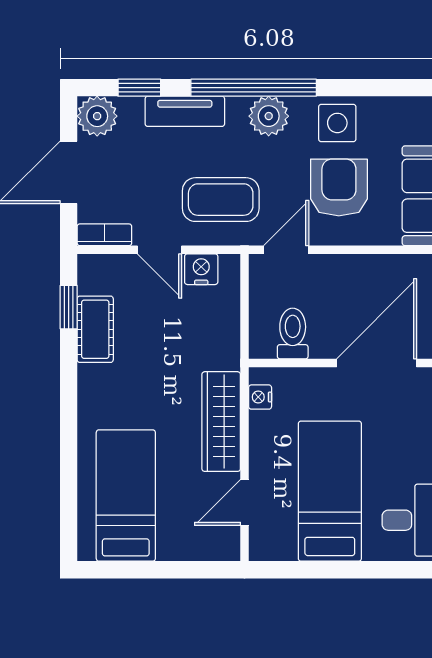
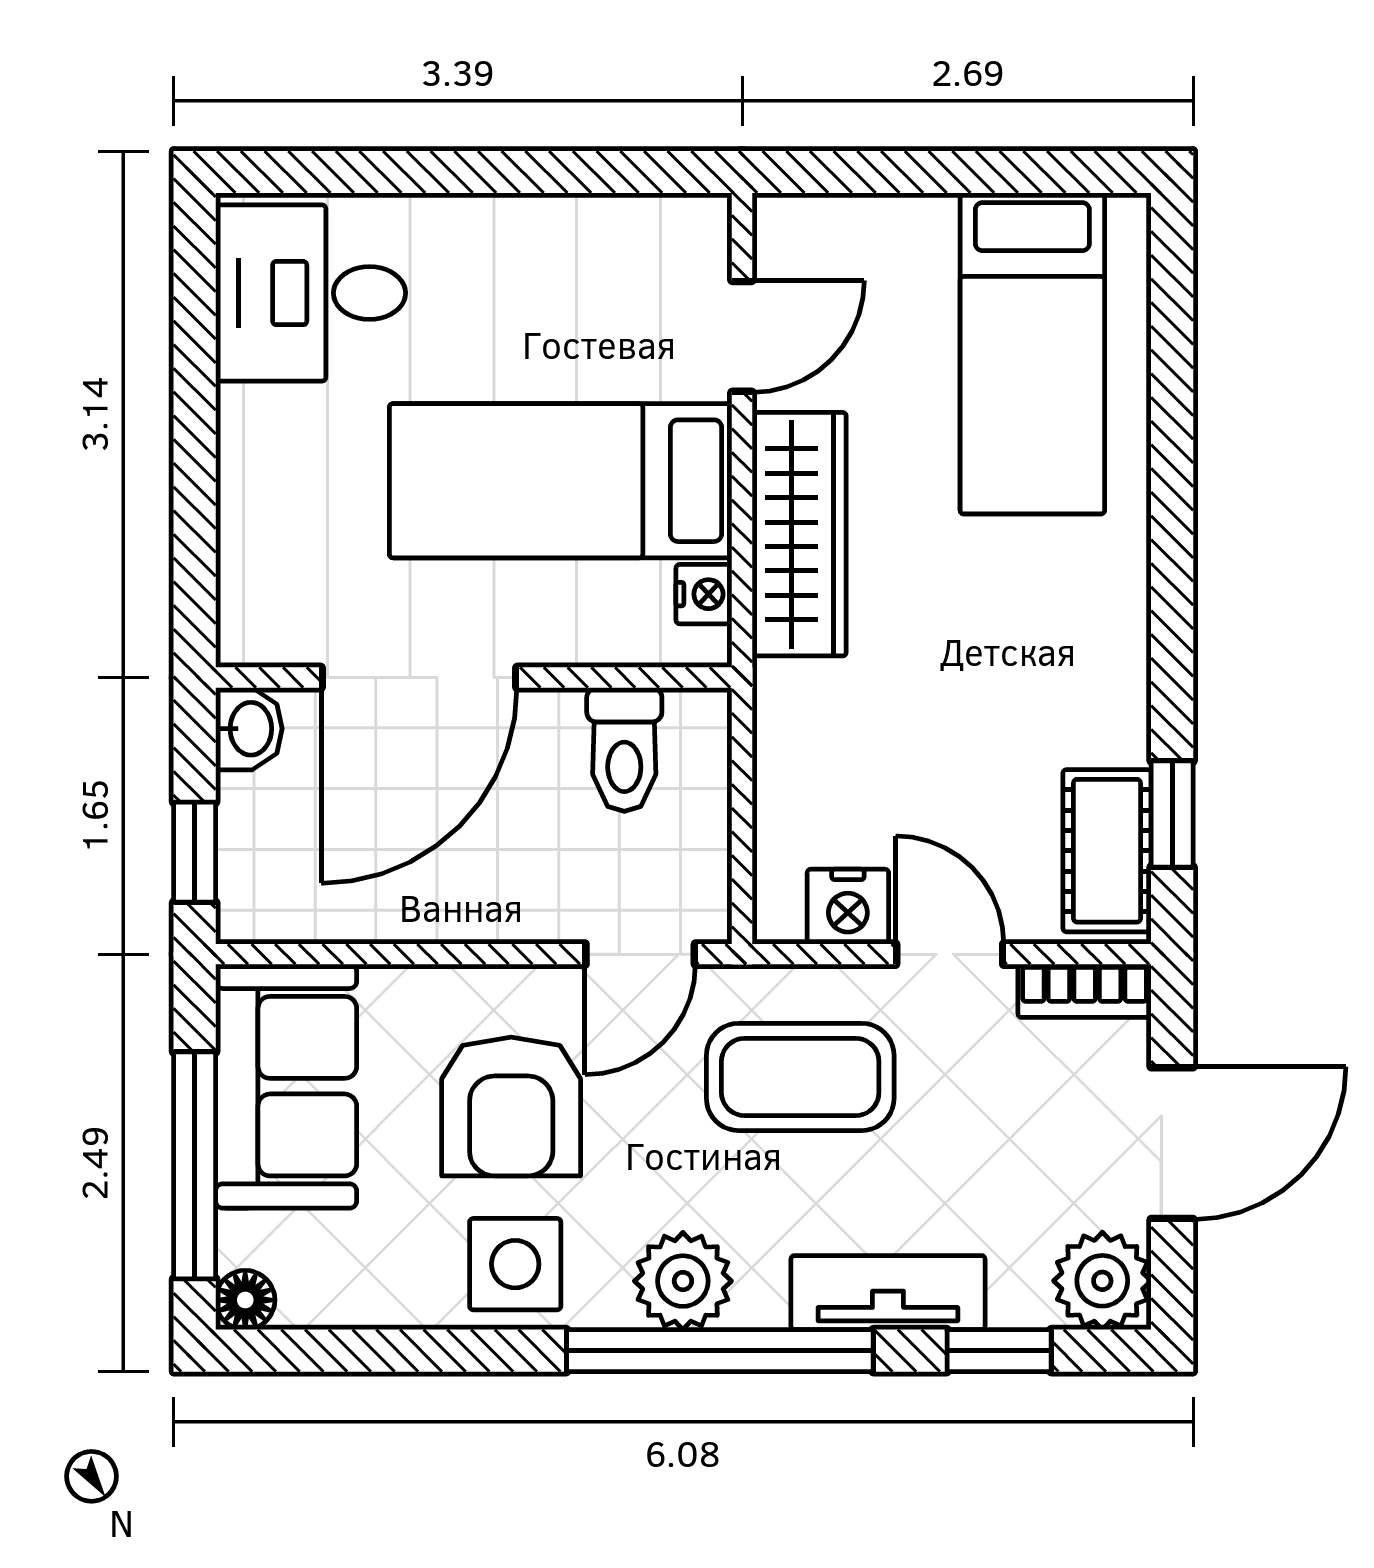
cot: (95, 329) -> (1107, 851), moved
bed: (330, 491) -> (561, 481), moved, turned 90

